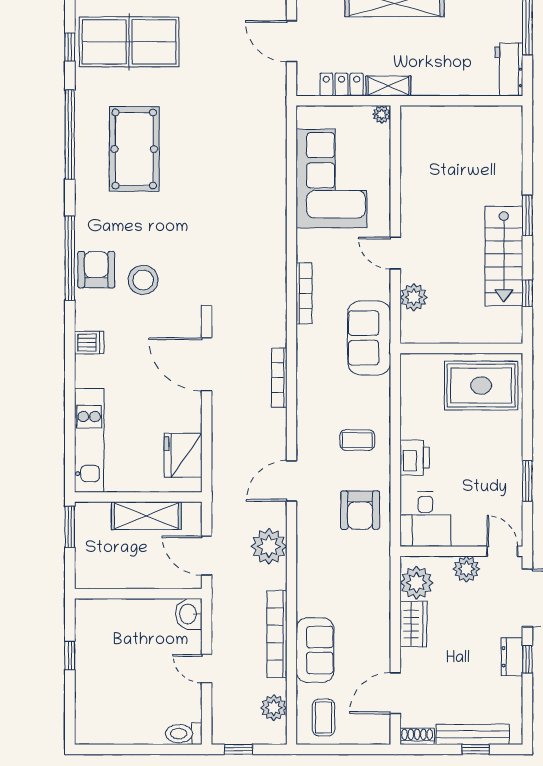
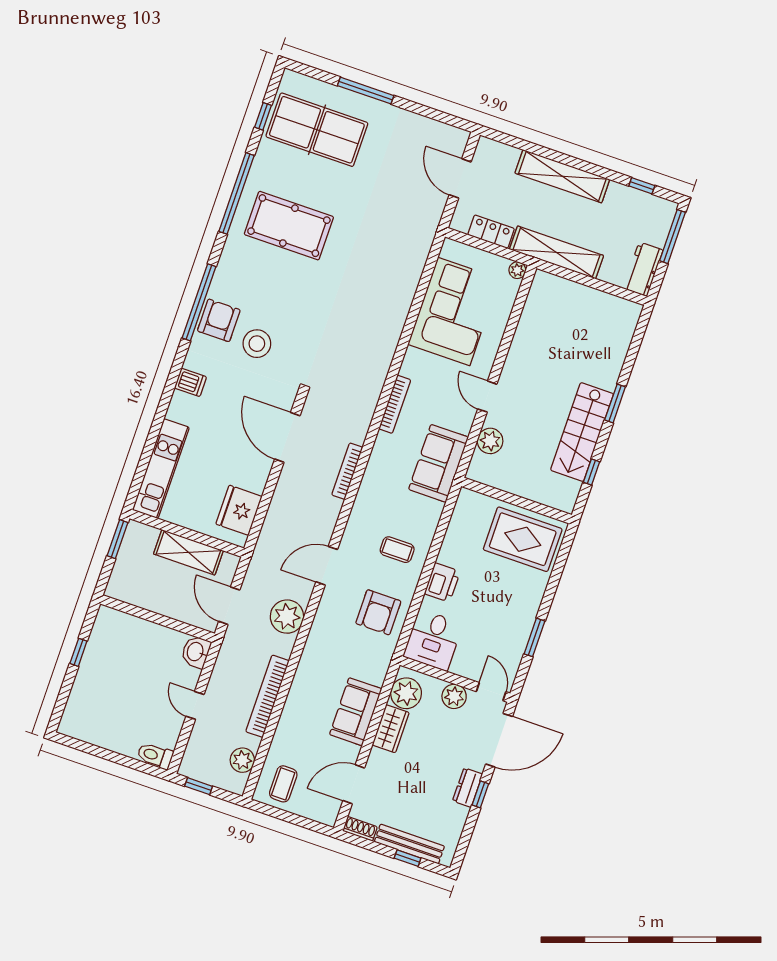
shelving: (388, 86) -> (556, 252), width x2.20, depth x1.33
pool table: (134, 149) -> (289, 226), turned 90
sofa: (315, 650) -> (356, 712), moved, turned 180

